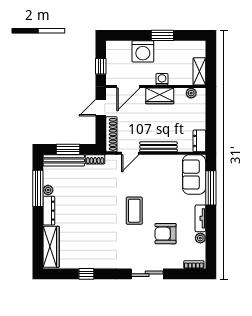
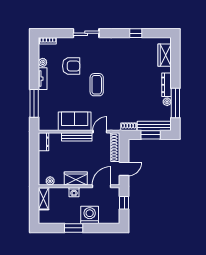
sofa: (194, 175) -> (75, 121), moved, turned -90
wardrobe: (51, 247) -> (165, 55), width x0.67

